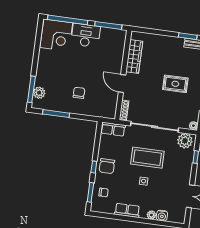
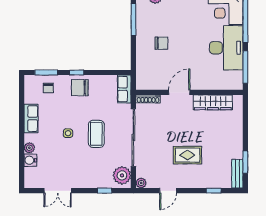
desk: (86, 35) -> (226, 48), width x1.36, depth x1.30
rug: (175, 84) -> (187, 155), turned 90
coffee table: (147, 158) -> (96, 134), width x0.73, depth x0.76

